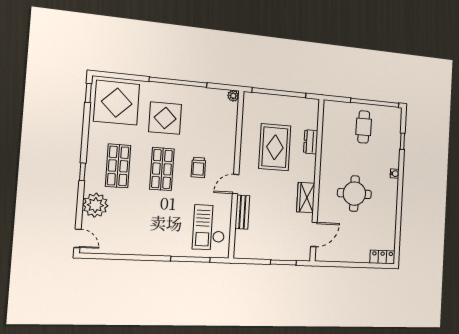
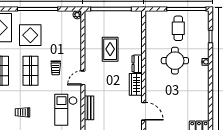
dresser: (311, 142) -> (137, 64), moved
rug: (275, 147) -> (110, 49), width x0.73, depth x0.70
round table: (354, 194) -> (175, 61), moved
bench: (242, 212) -> (89, 108), moved
trolley: (146, 228) -> (22, 112), added
door: (314, 234) -> (144, 111), hinge flipped

